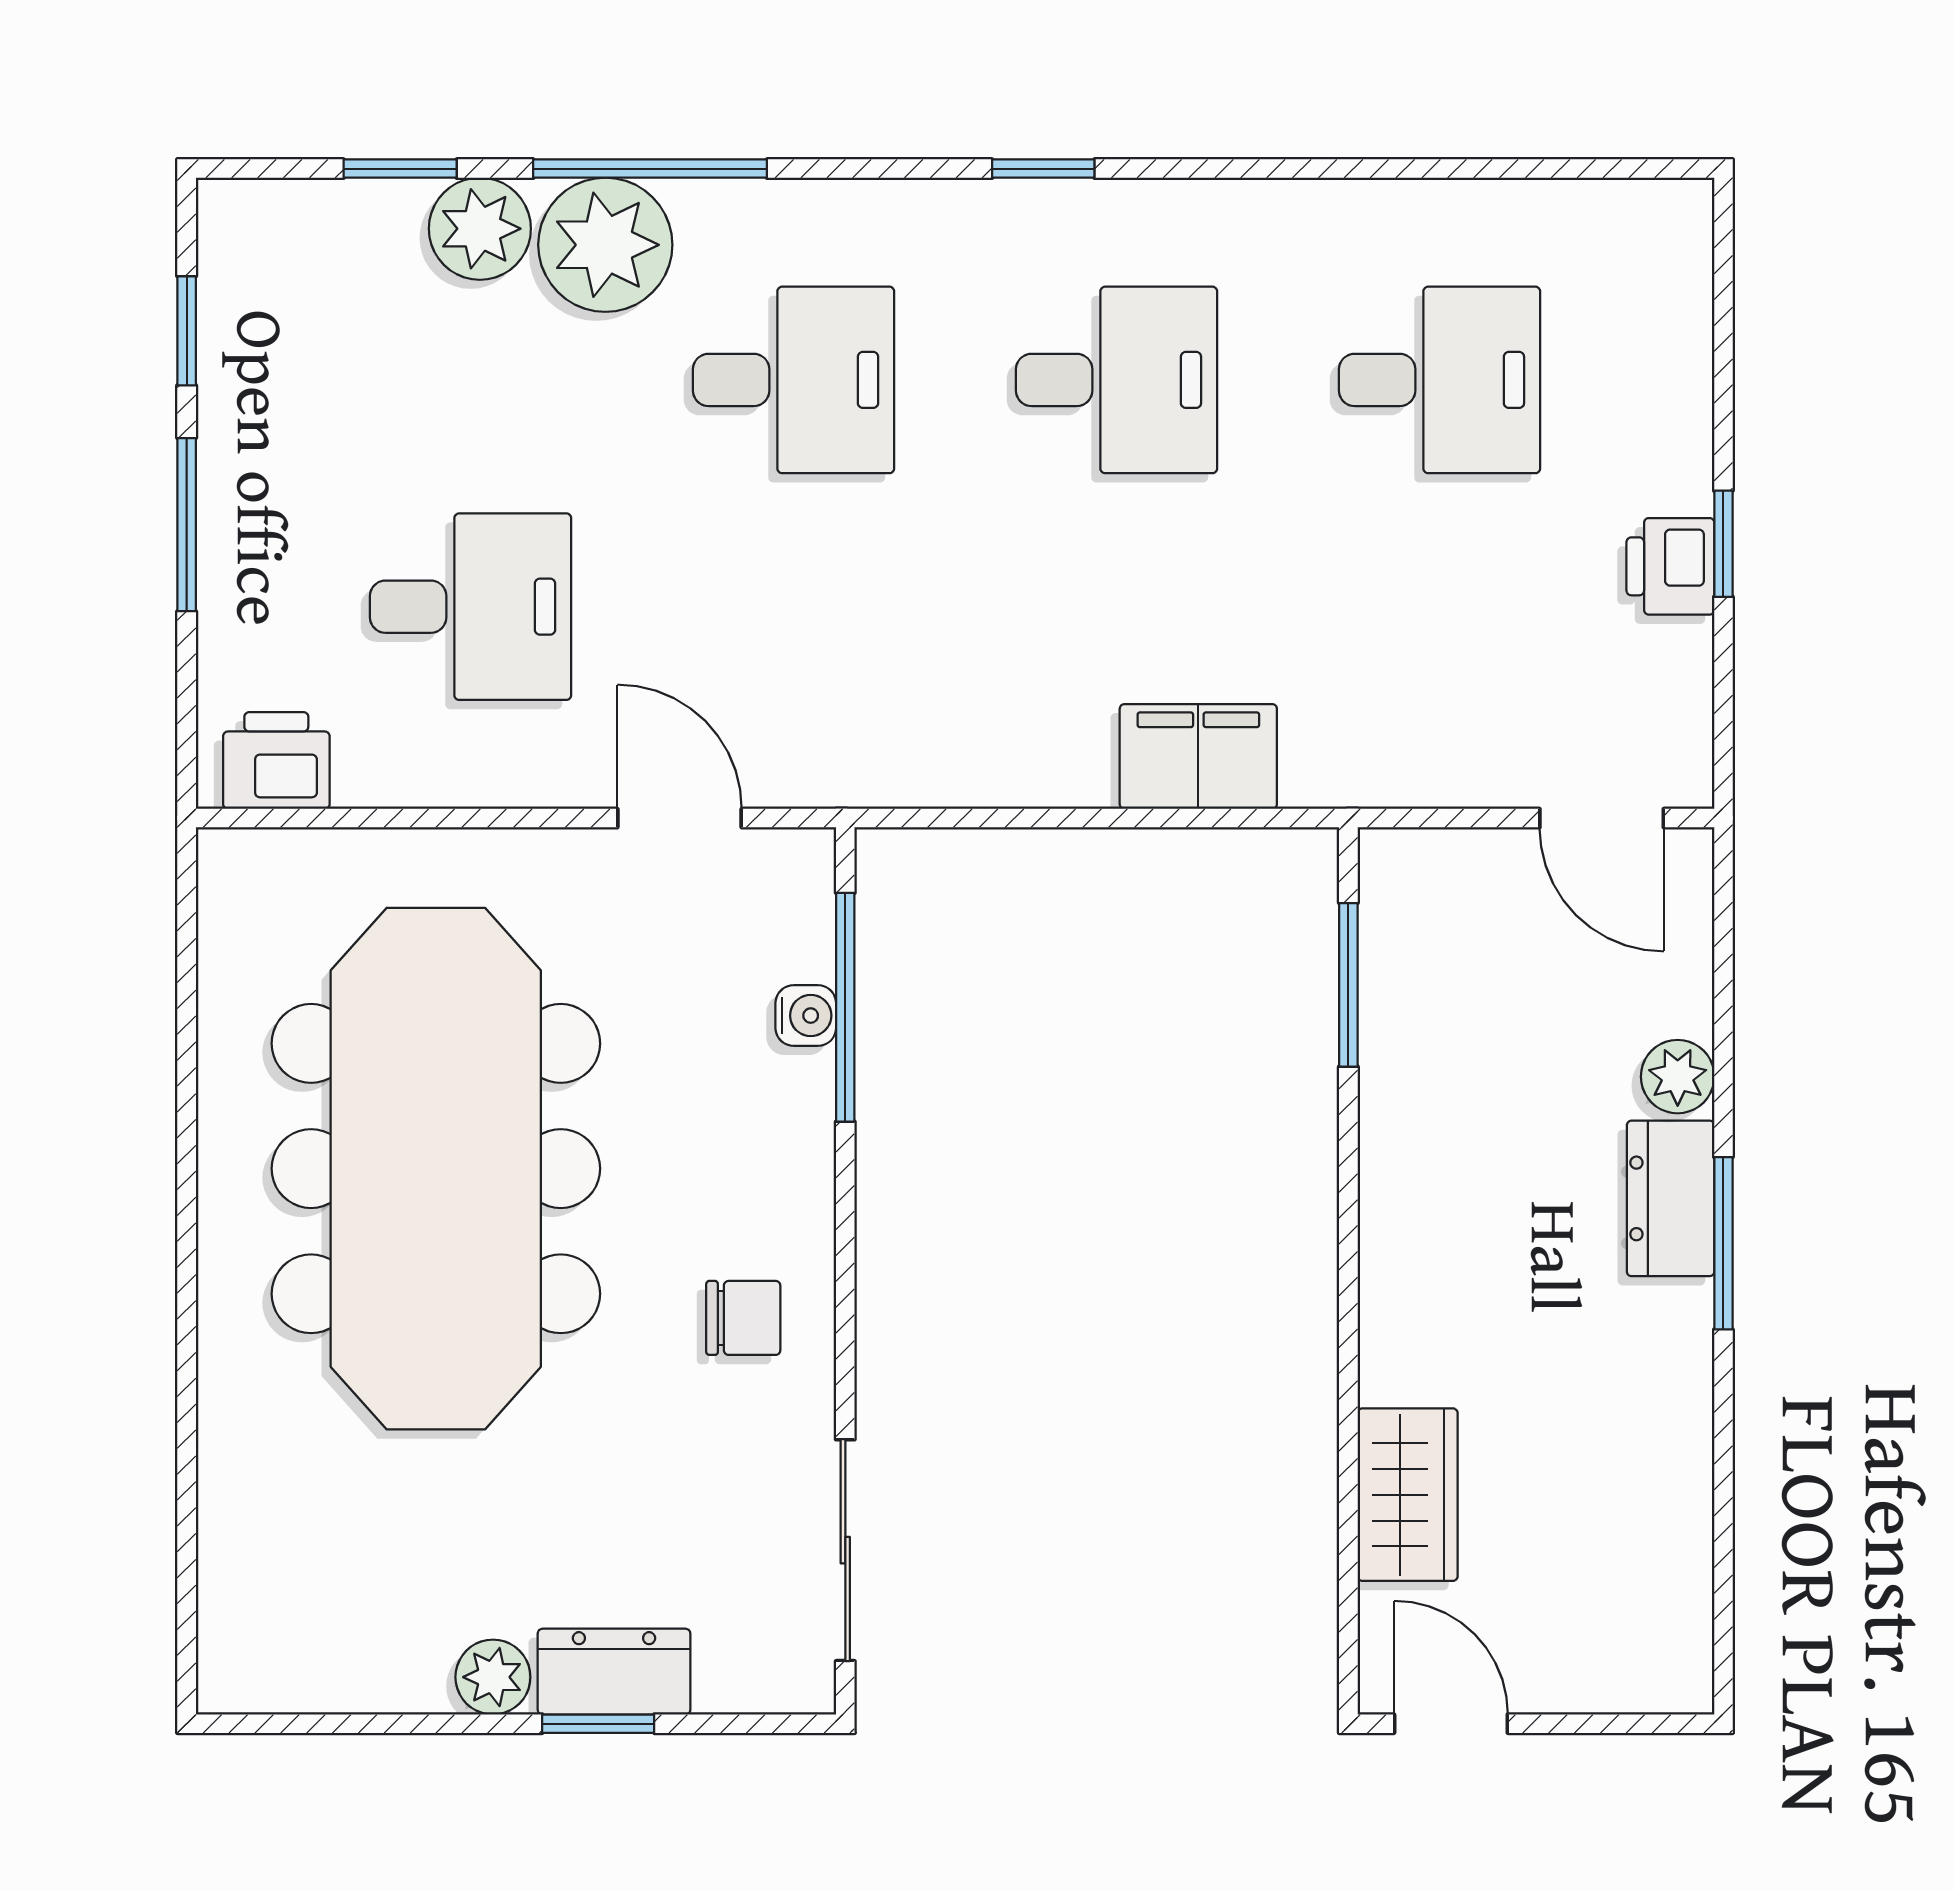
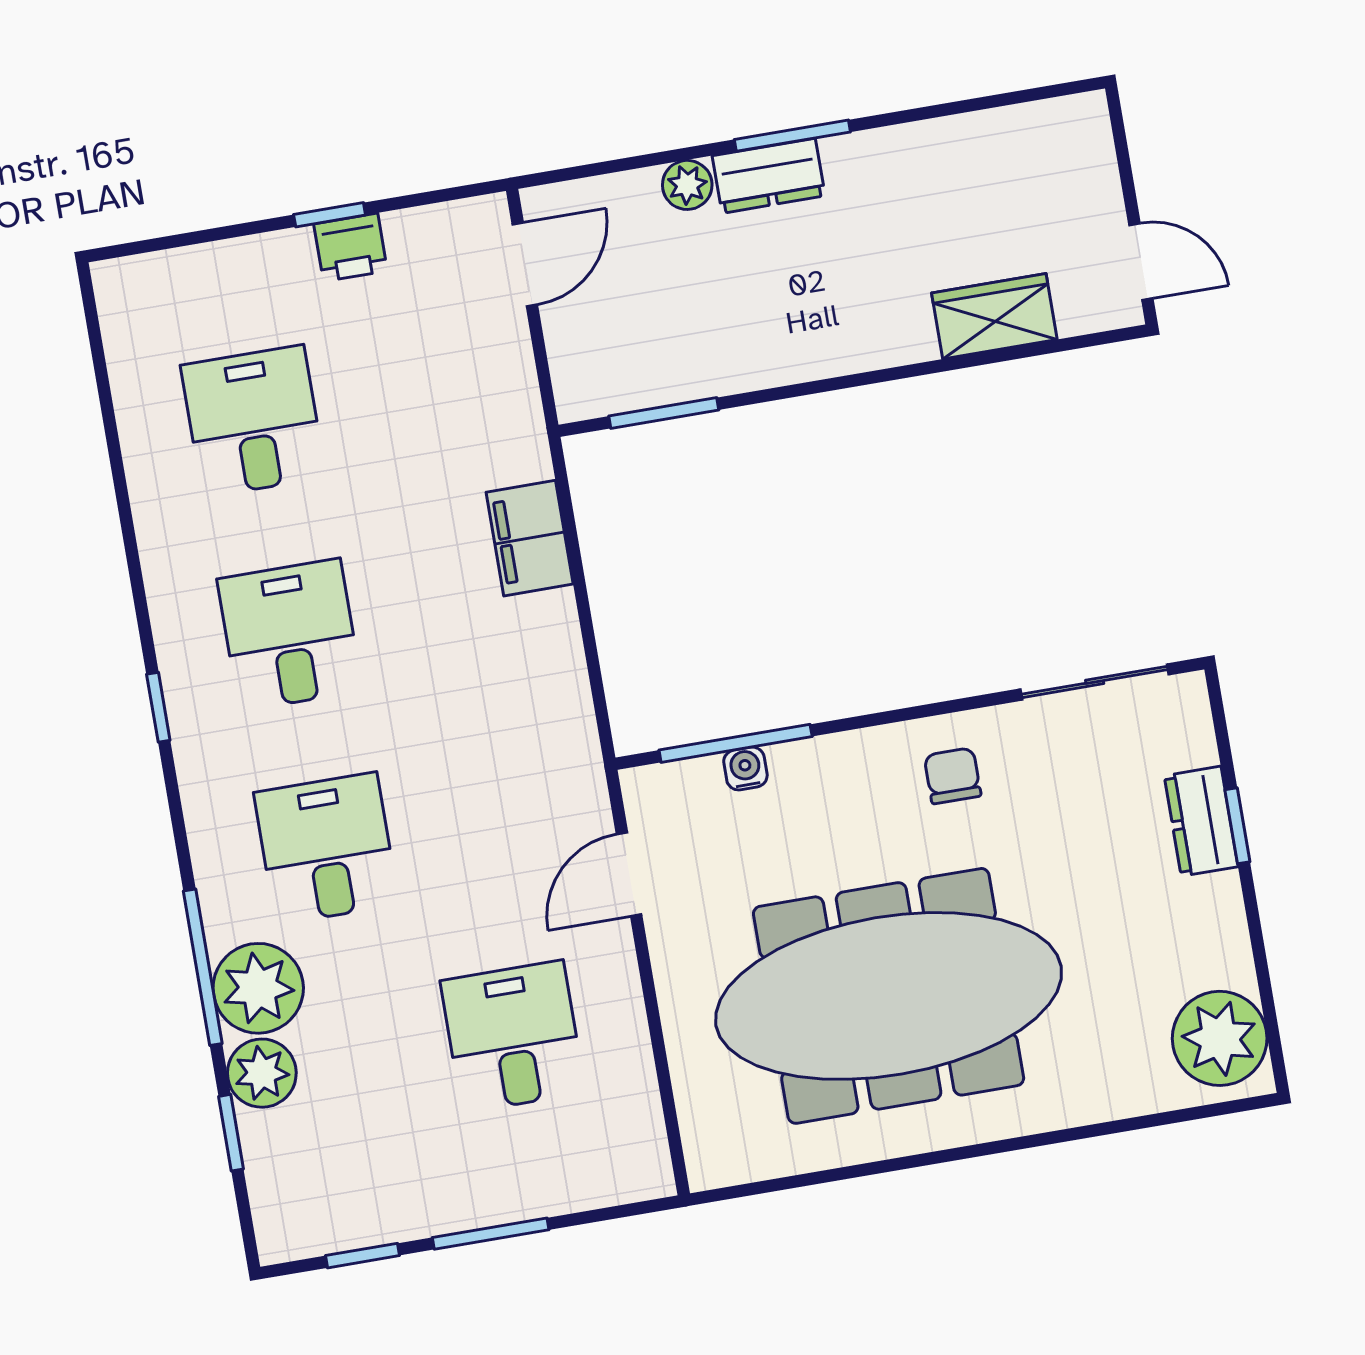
printer: (276, 760) -> (637, 1148), removed
plant: (493, 1677) -> (1220, 1038), moved, width x1.88, depth x1.88
door: (1451, 1724) -> (1141, 262), swing flipped

